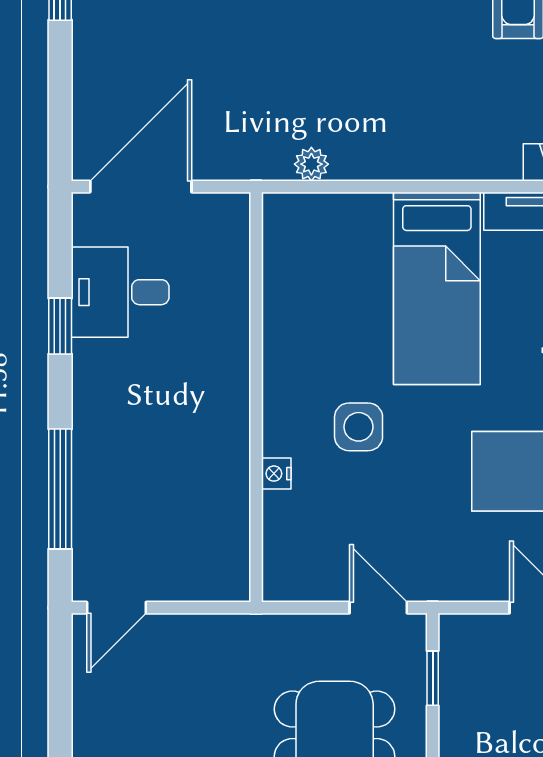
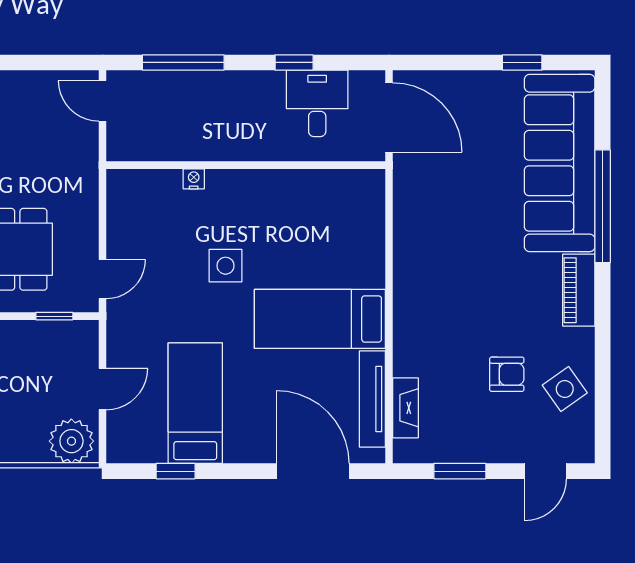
plant: (311, 164) -> (404, 234), removed
wall: (256, 397) -> (246, 165), moved
nightstand: (276, 474) -> (194, 179), moved

